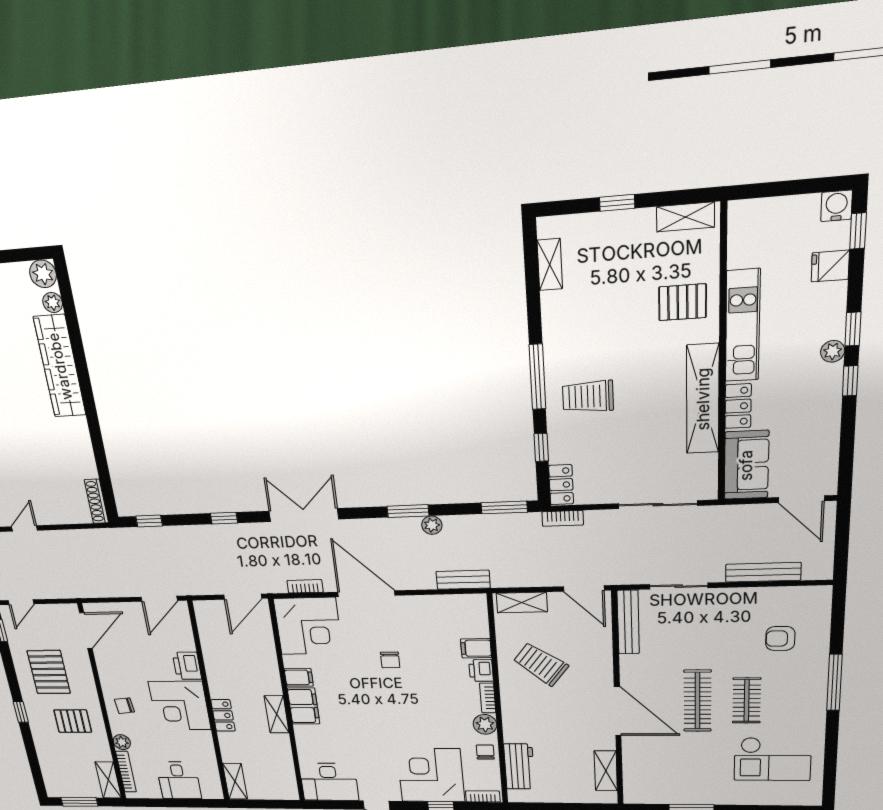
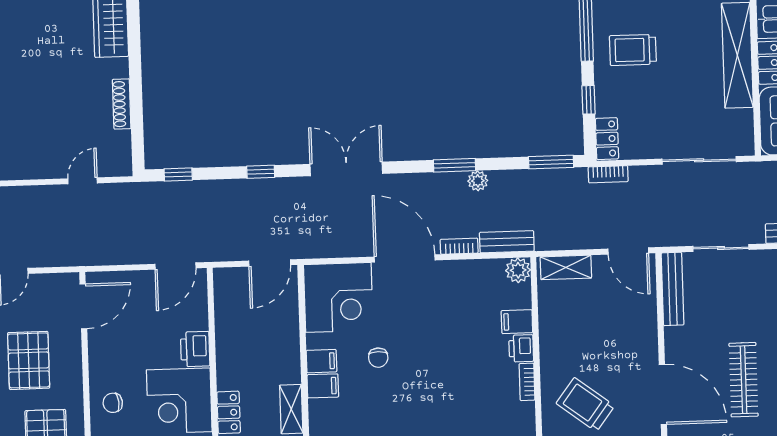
shoe rack: (96, 501) -> (122, 104), moved
door: (24, 528) -> (83, 181), moved
bookcase: (305, 586) -> (459, 246), moved
chair: (390, 660) -> (378, 358), moved
trolley: (541, 664) -> (585, 405), moved
filing cabinet: (304, 706) -> (323, 386), width x0.50
plant: (485, 724) -> (518, 270), moved

